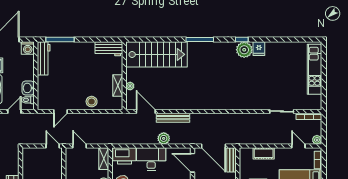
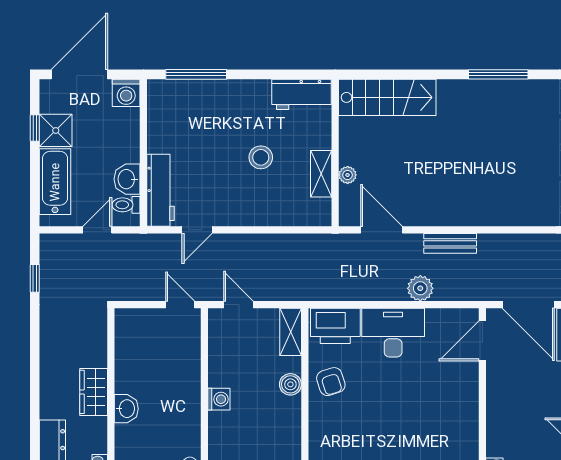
stairs: (157, 54) -> (387, 97), width x0.73, depth x0.66
workbench: (44, 58) -> (161, 190), moved
stool: (92, 102) -> (261, 157), moved
bench: (173, 118) -> (450, 243), width x0.73
door: (192, 163) -> (482, 341), hinge flipped

